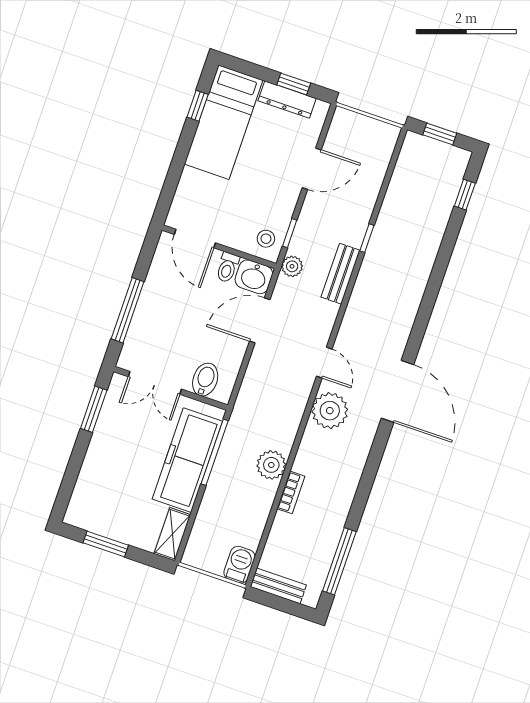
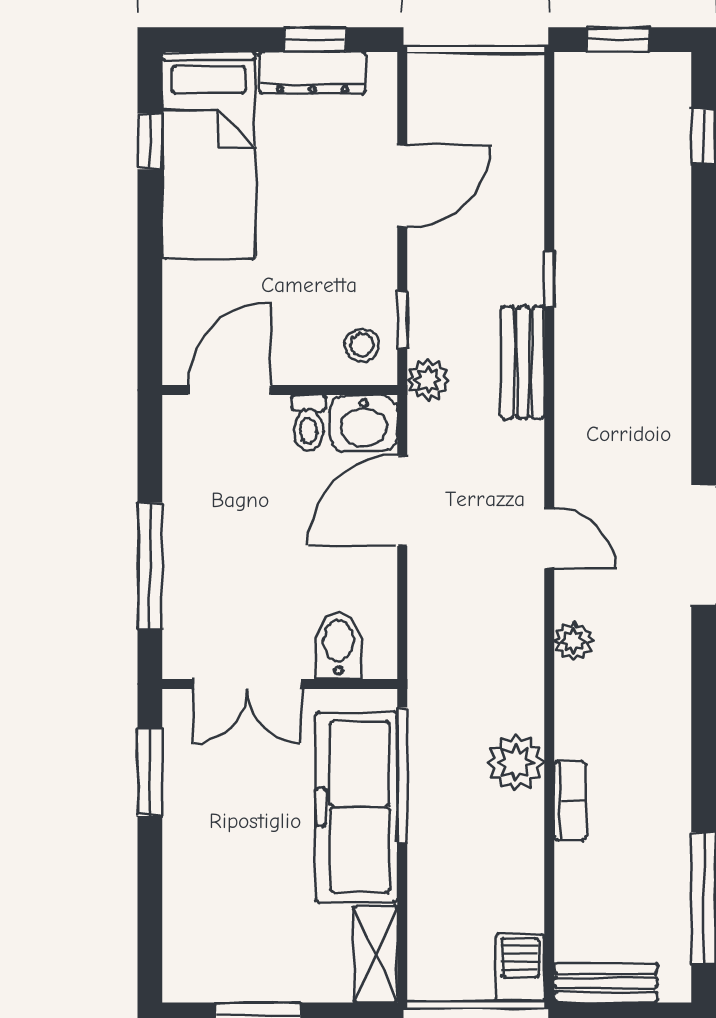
door: (195, 239) -> (230, 390), swing flipped
plant: (330, 411) -> (573, 641), width x0.53, depth x0.53

